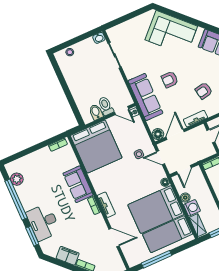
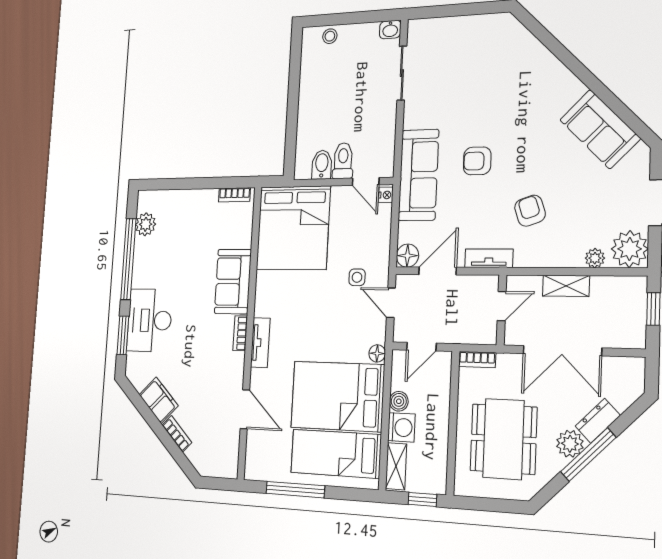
corner sofa: (171, 33) -> (522, 72), removed
armchair: (204, 91) -> (530, 211), turned 82

